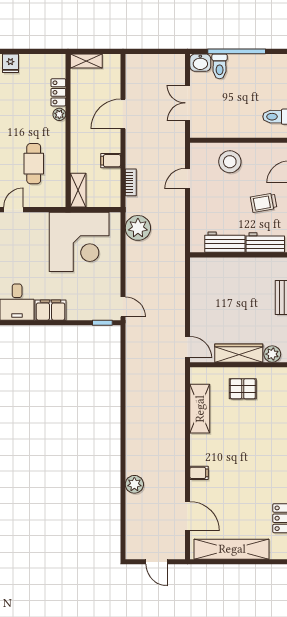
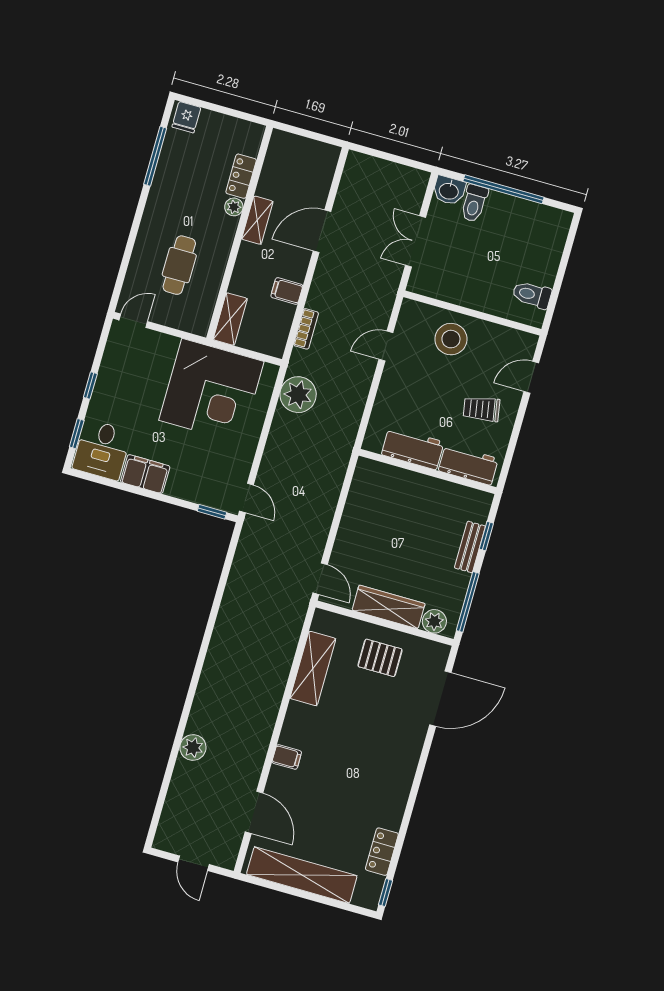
shelving: (86, 61) -> (257, 220), moved, turned 90

